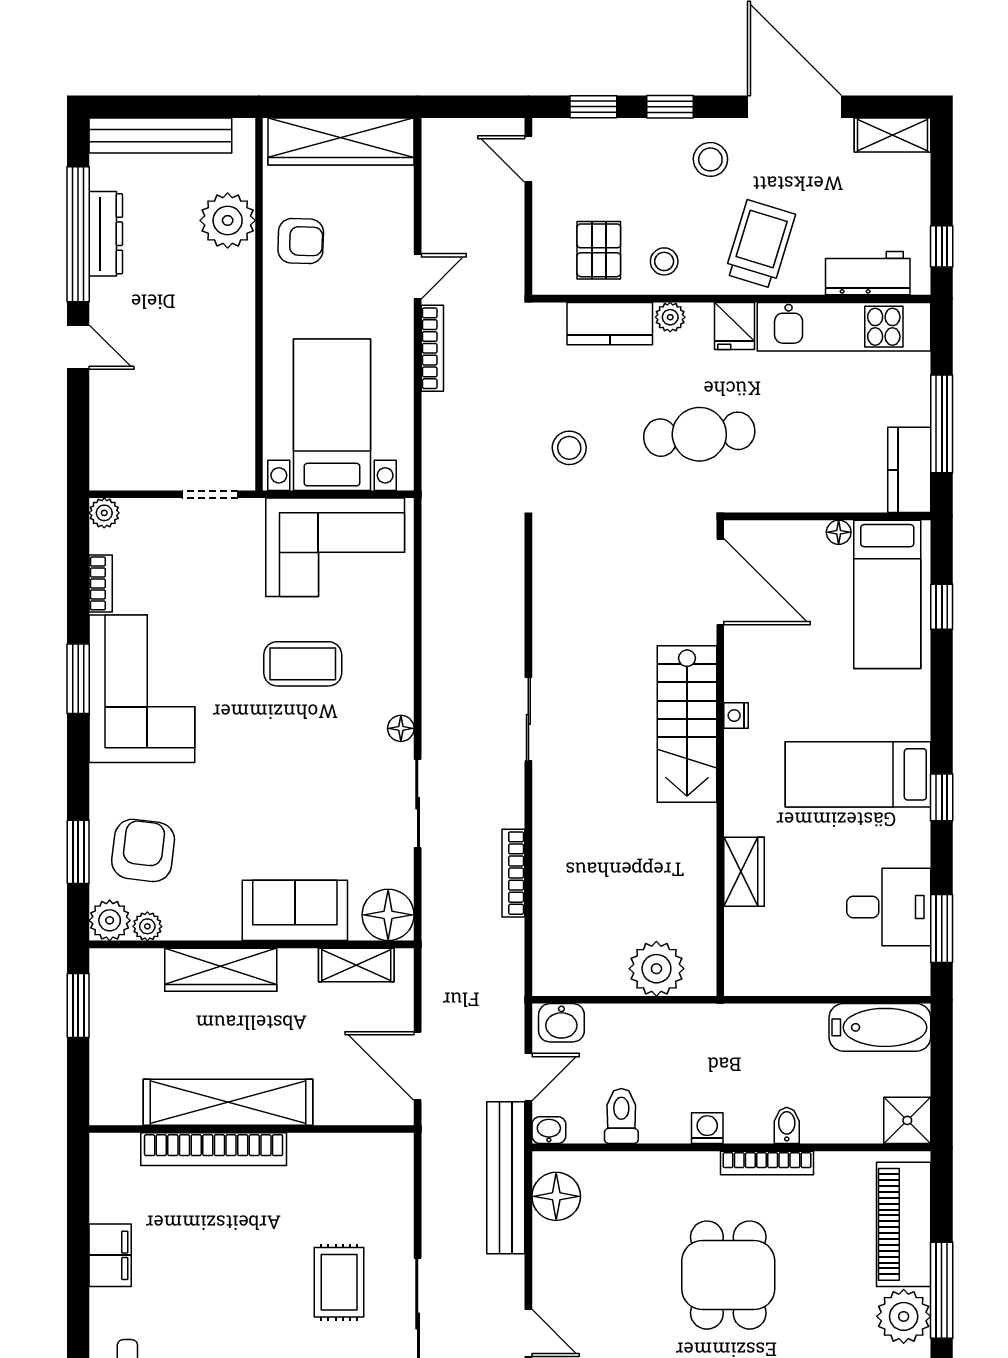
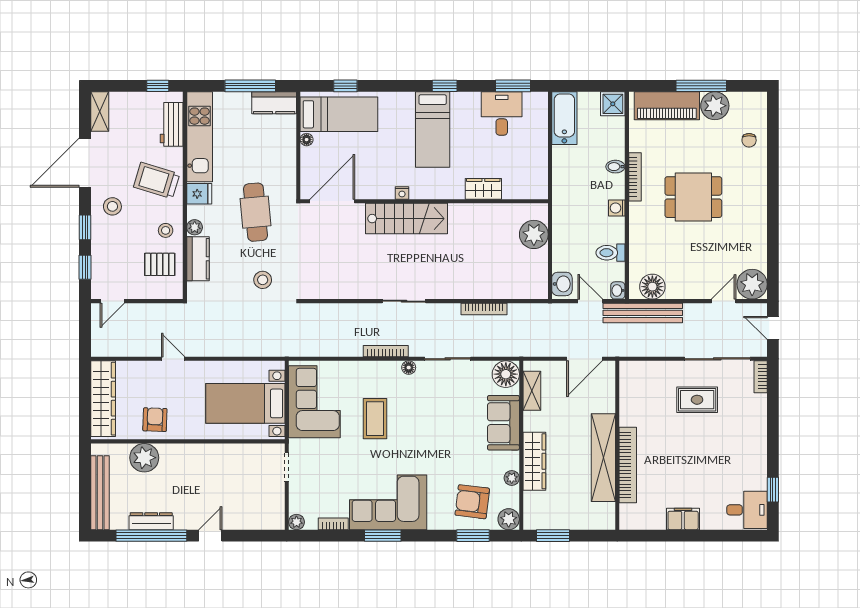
bookcase: (432, 348) -> (386, 351), moved
plant: (147, 926) -> (512, 478), moved

